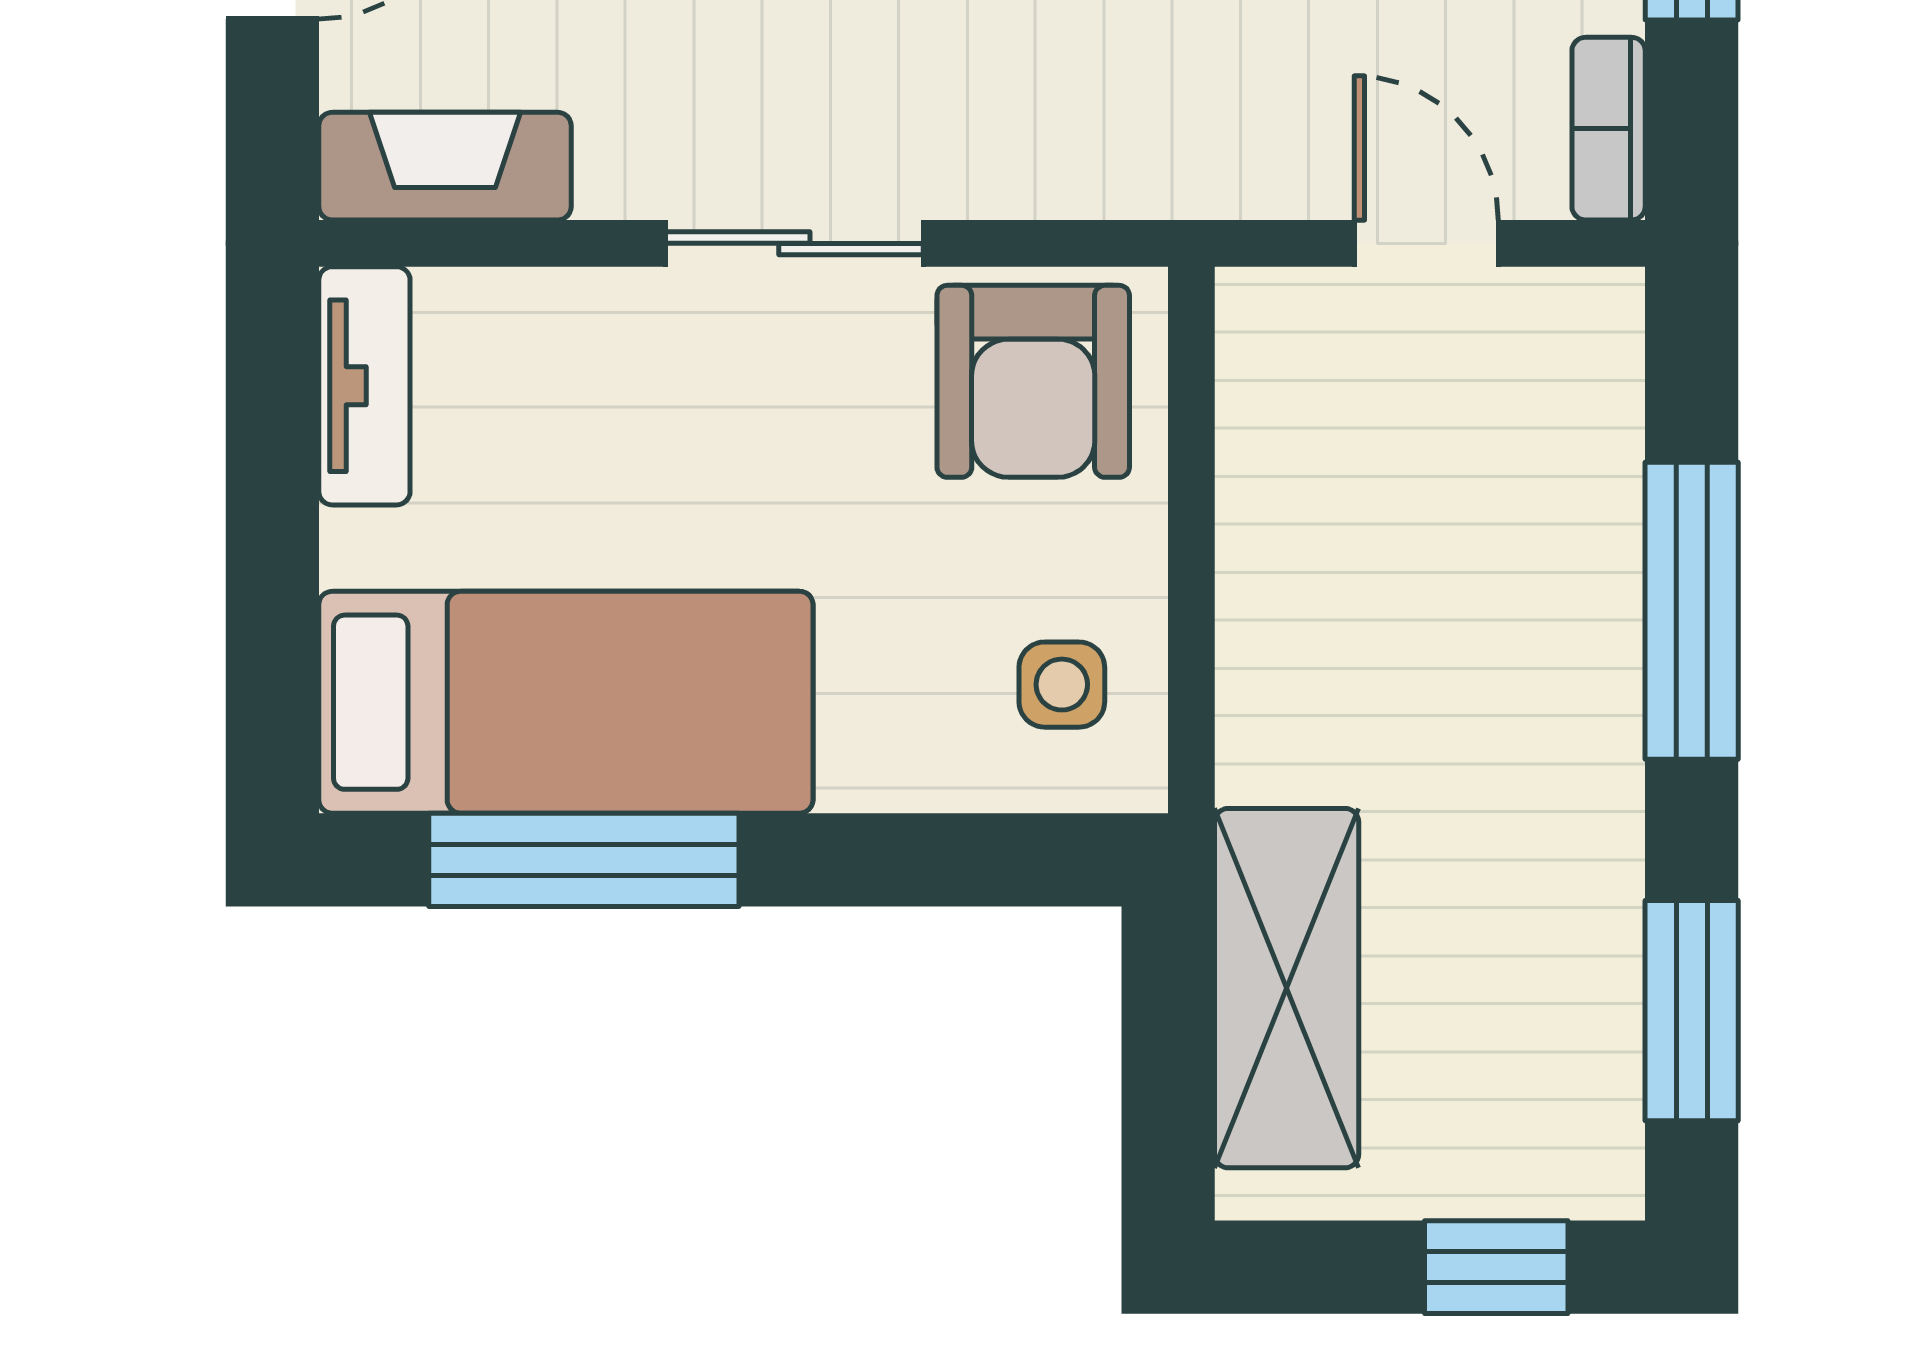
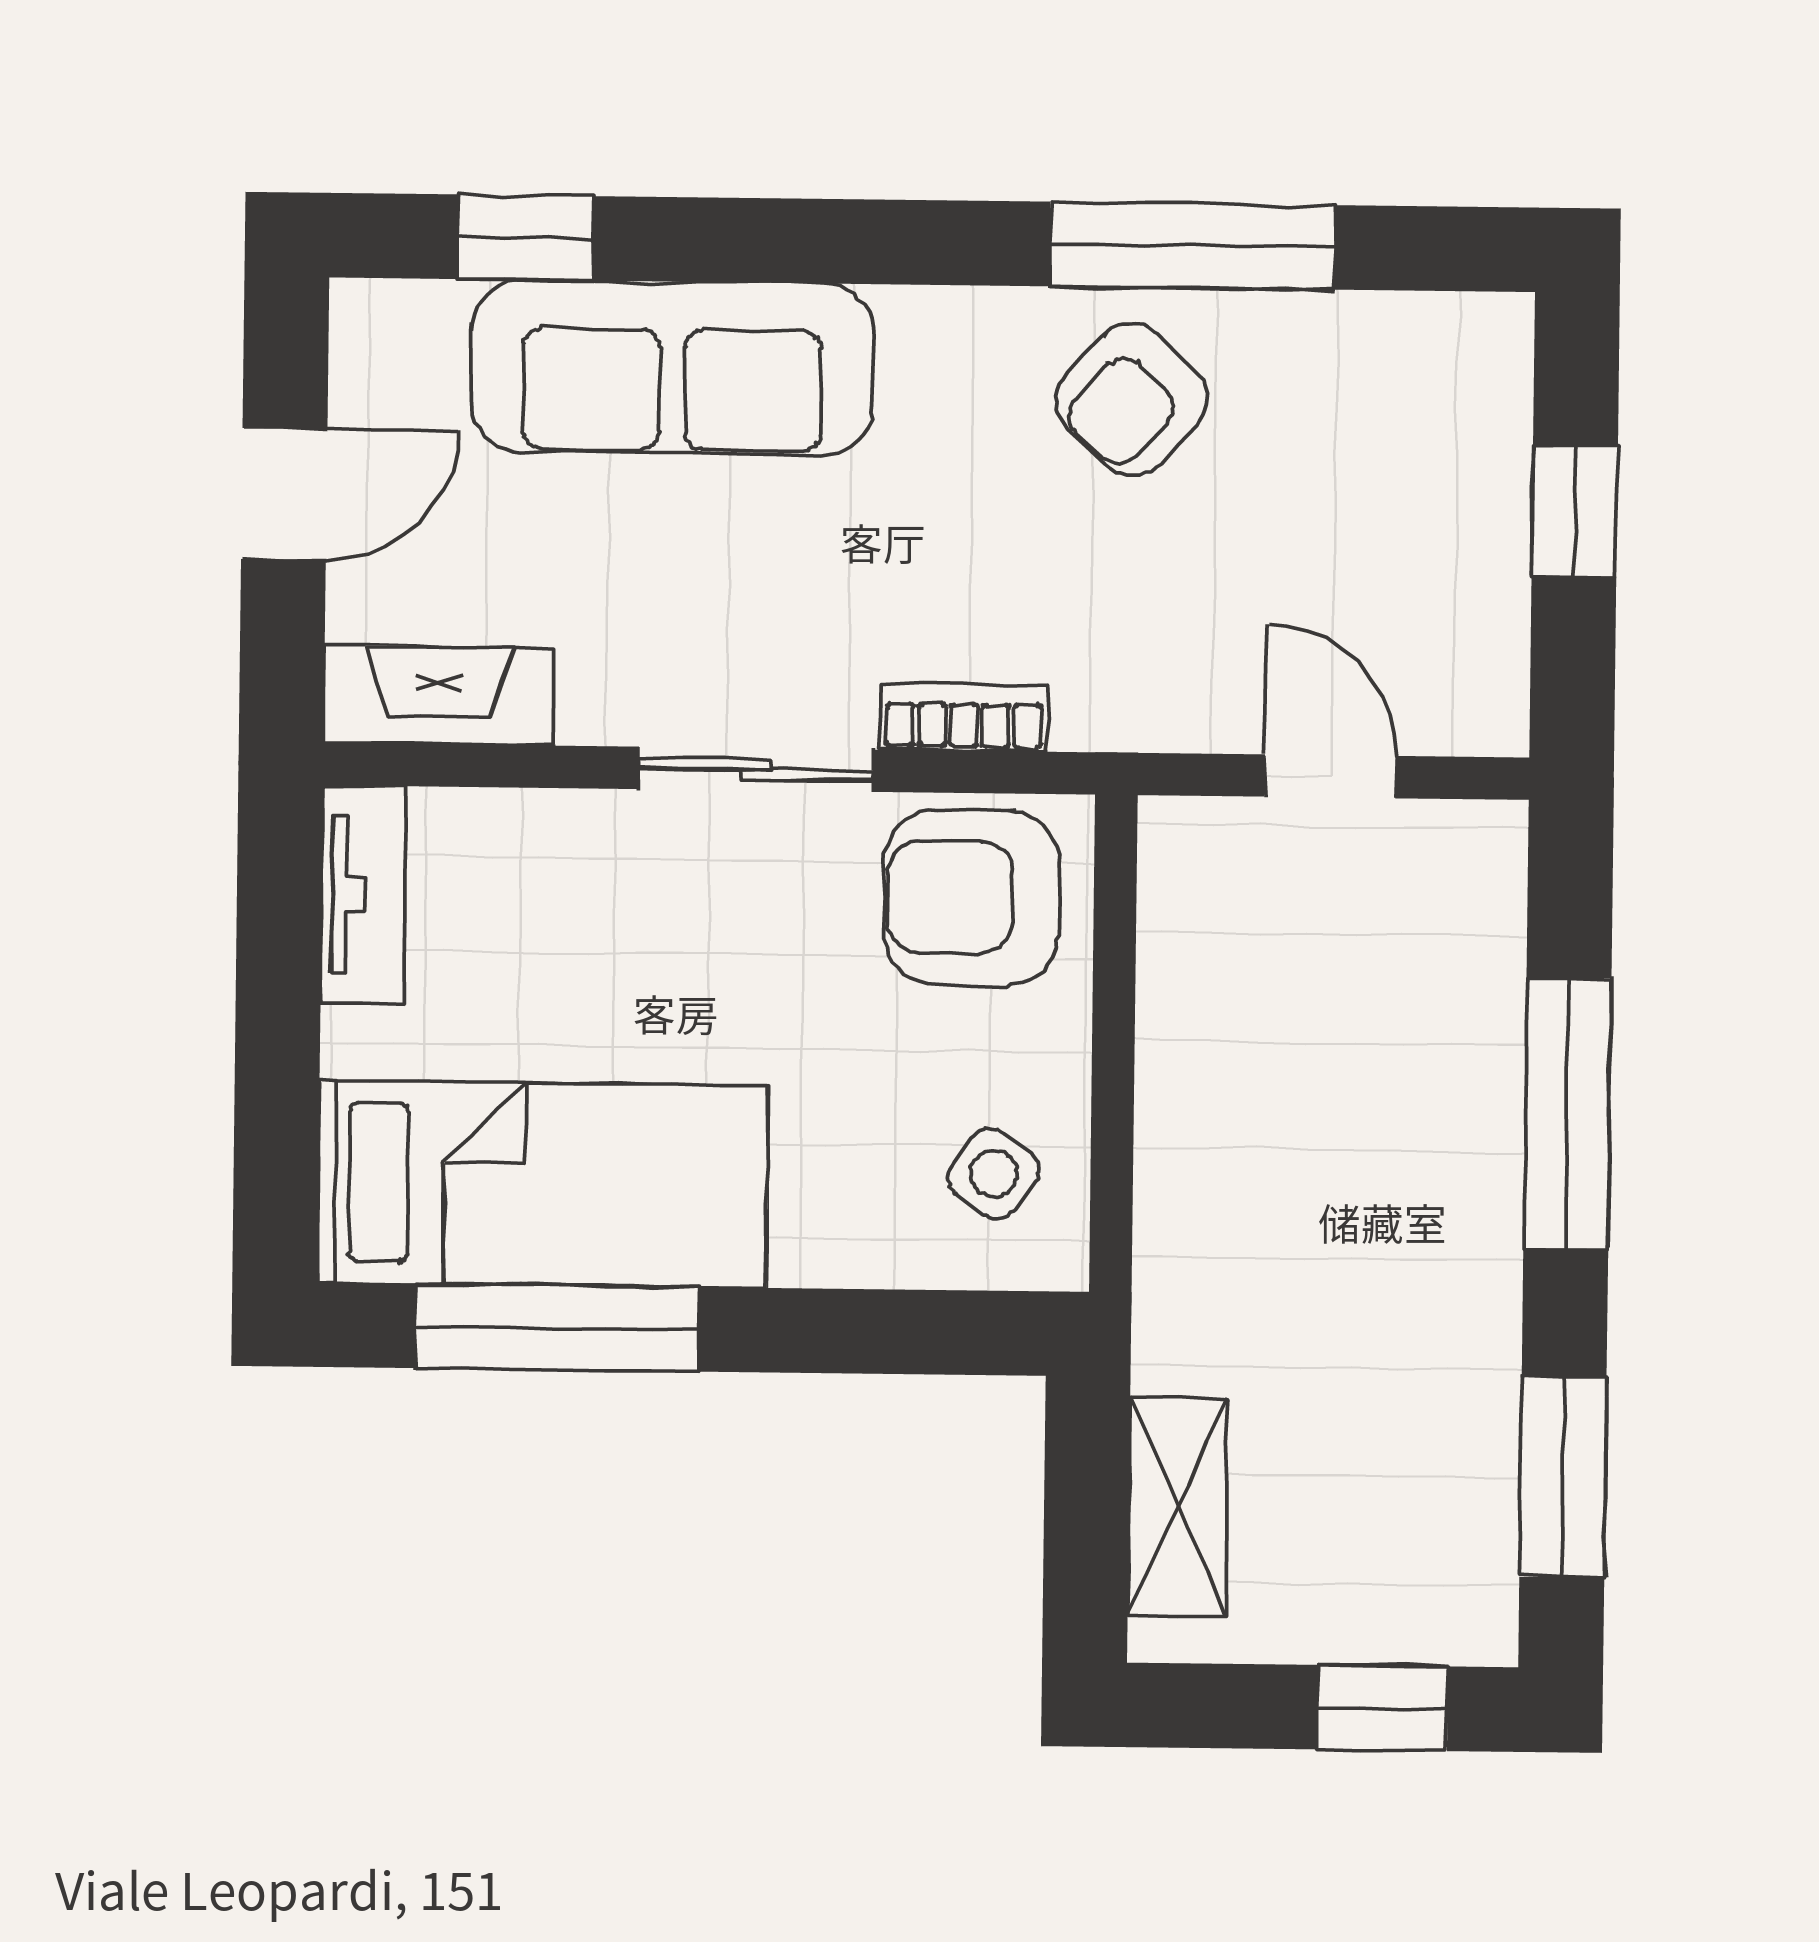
bookcase: (1609, 129) -> (964, 717), moved, turned 90
armchair: (1033, 381) -> (971, 897), turned 90
side table: (1062, 685) -> (994, 1174), turned 36
shelving: (1287, 988) -> (1178, 1506), width x0.67, depth x0.75

